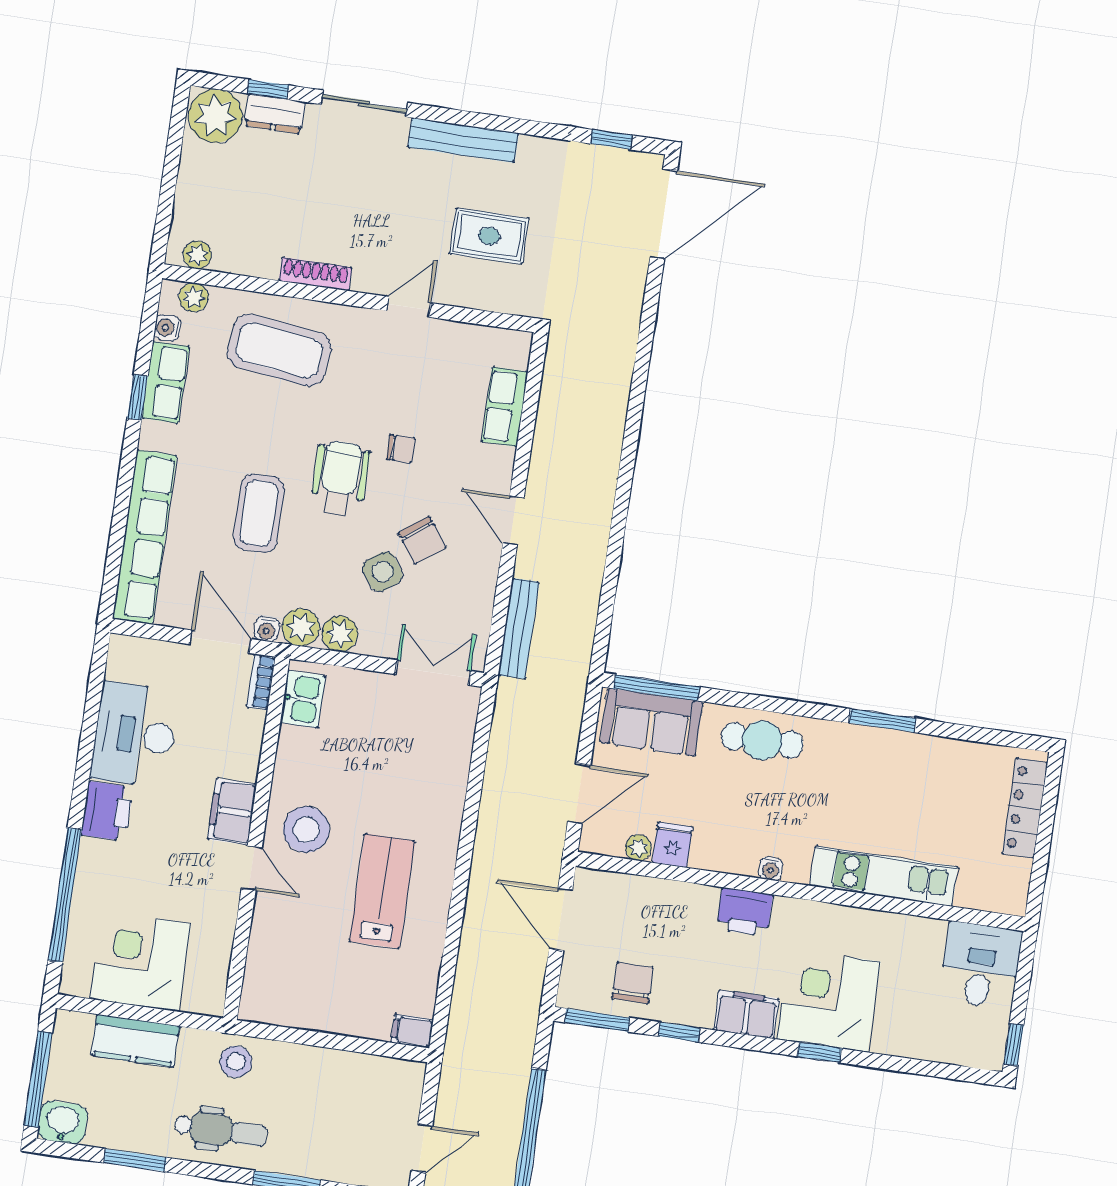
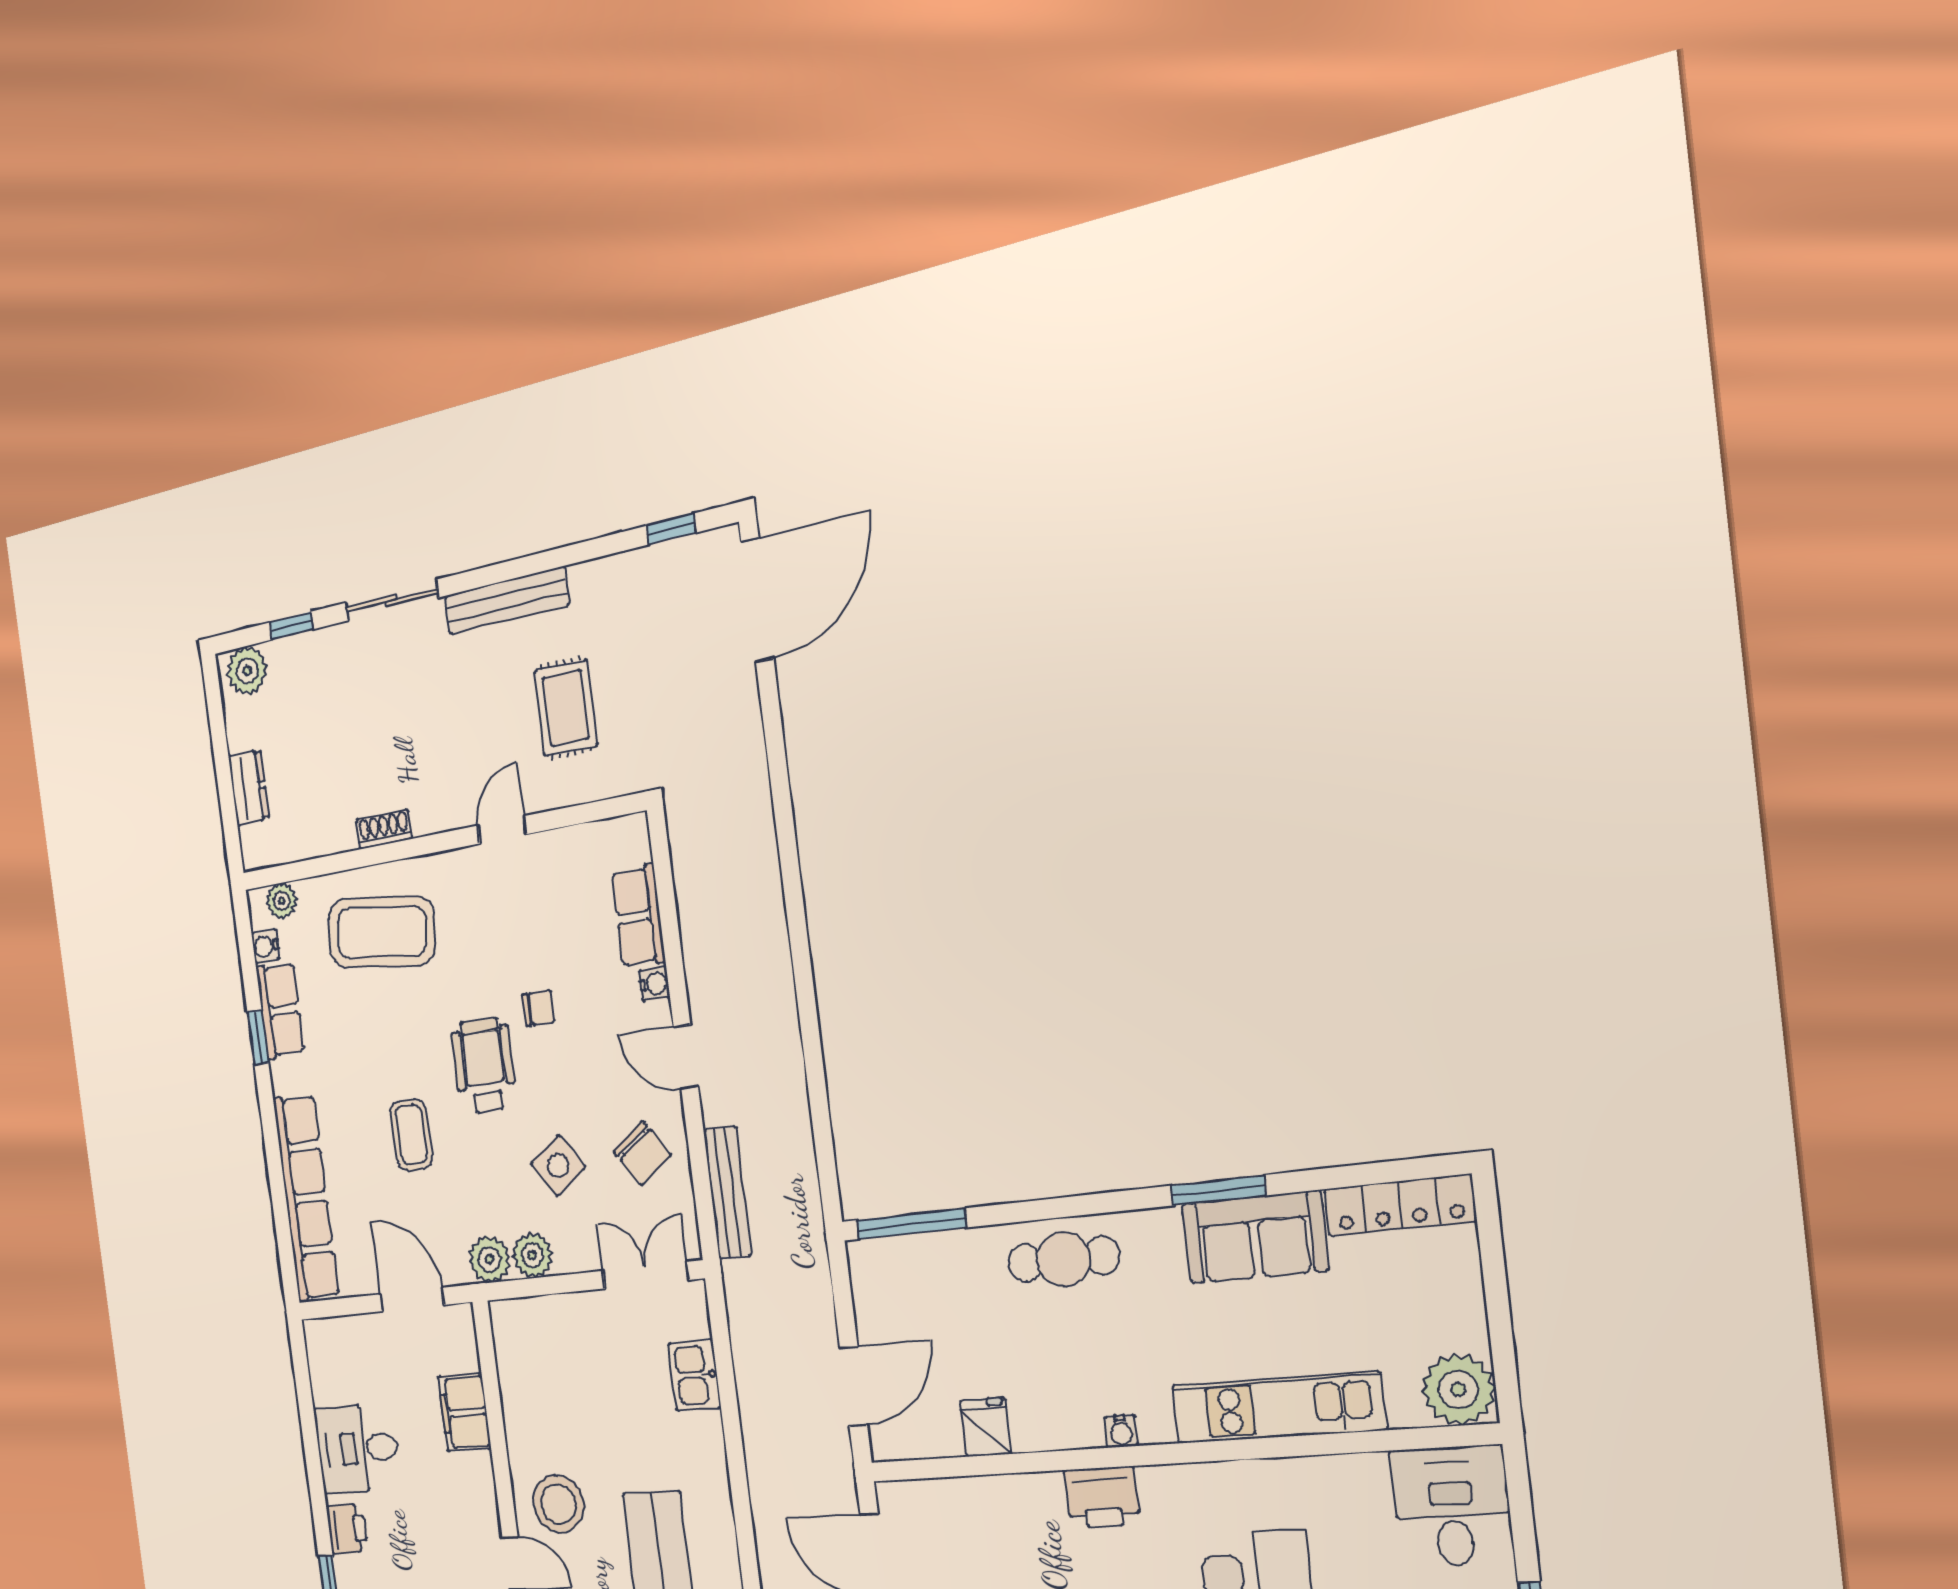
dresser: (275, 114) -> (249, 788), moved, turned -90
plant: (215, 116) -> (247, 671), width x0.73, depth x0.73
rug: (489, 236) -> (566, 708), turned 90
plant: (197, 255) -> (272, 850), removed
shoe rack: (315, 274) -> (384, 829), width x0.70
coffee table: (259, 513) -> (411, 1134), width x0.73, depth x0.77
chair: (422, 540) -> (642, 1153), moved
water cooler: (267, 629) -> (654, 984), moved, turned -90
bookcase: (261, 682) -> (465, 1337), removed
kitchen sink: (303, 699) -> (695, 1375), moved, turned 180
sofa: (651, 722) -> (1255, 1237), moved
desk: (135, 735) -> (358, 1449), width x0.73
locker: (1025, 808) -> (1400, 1205), moved, turned -90
printer: (107, 811) -> (347, 1529), width x0.73, depth x0.81
filing cabinet: (232, 812) -> (465, 1412), moved
plant: (638, 848) -> (1458, 1390), moved, width x1.87, depth x1.87

